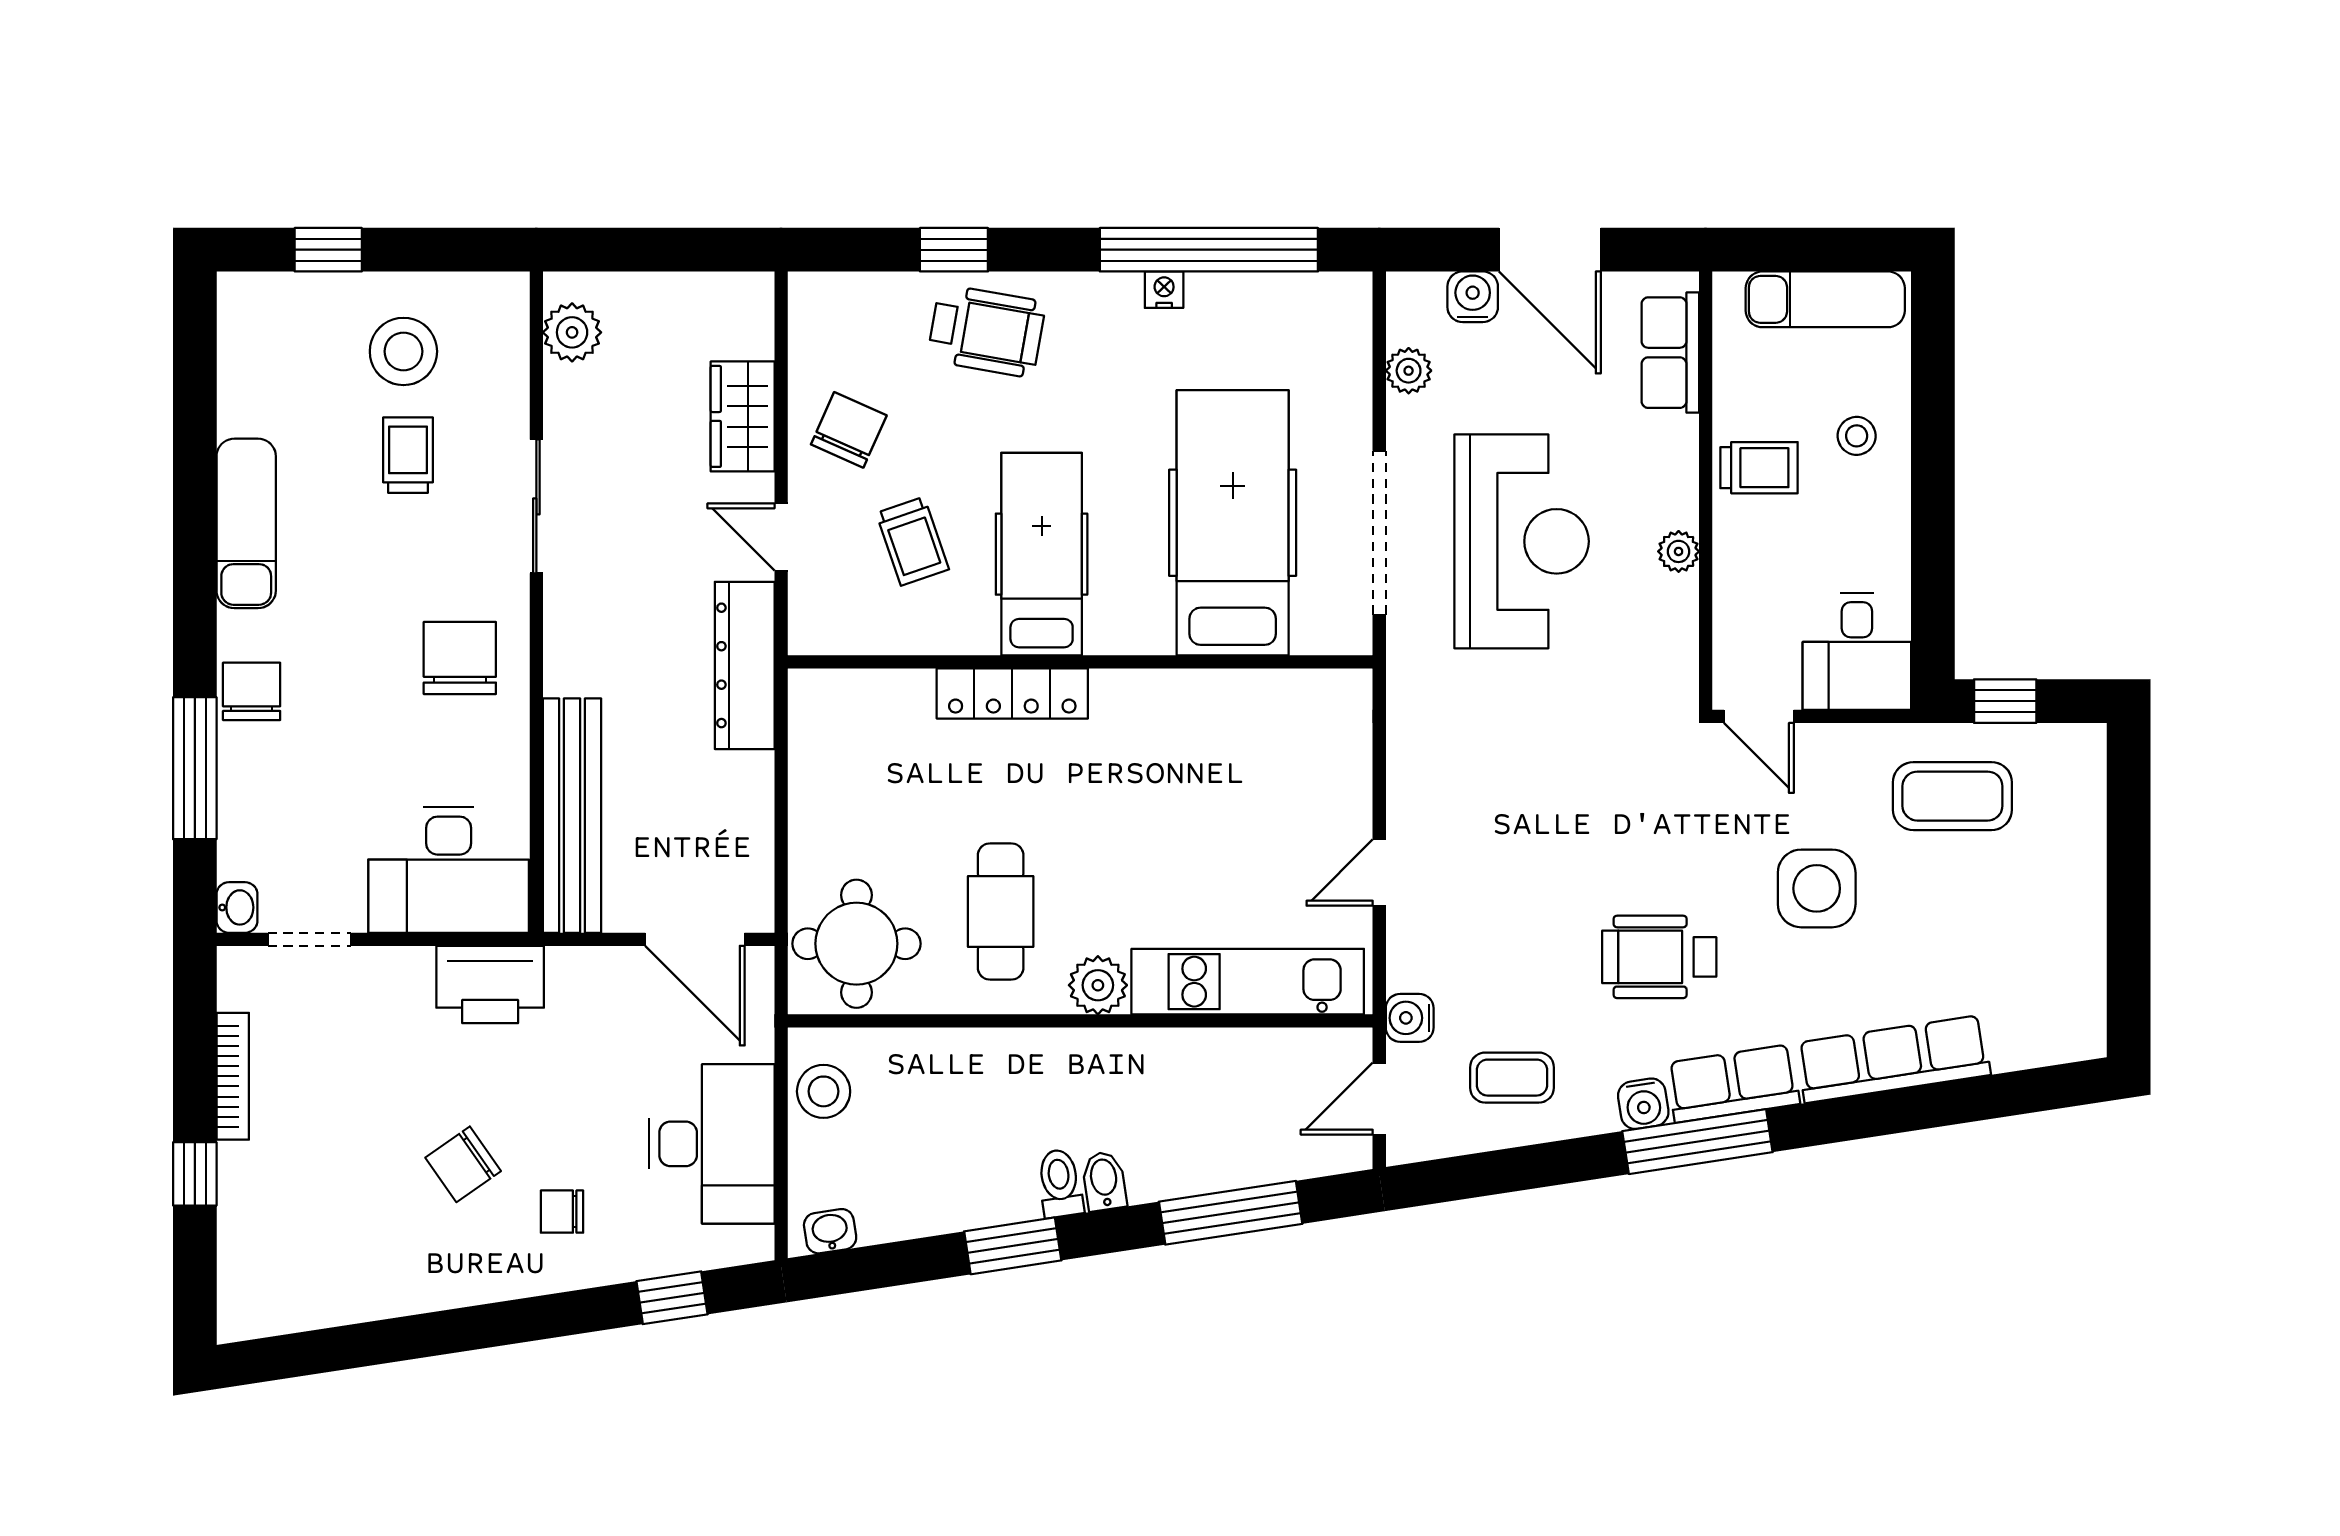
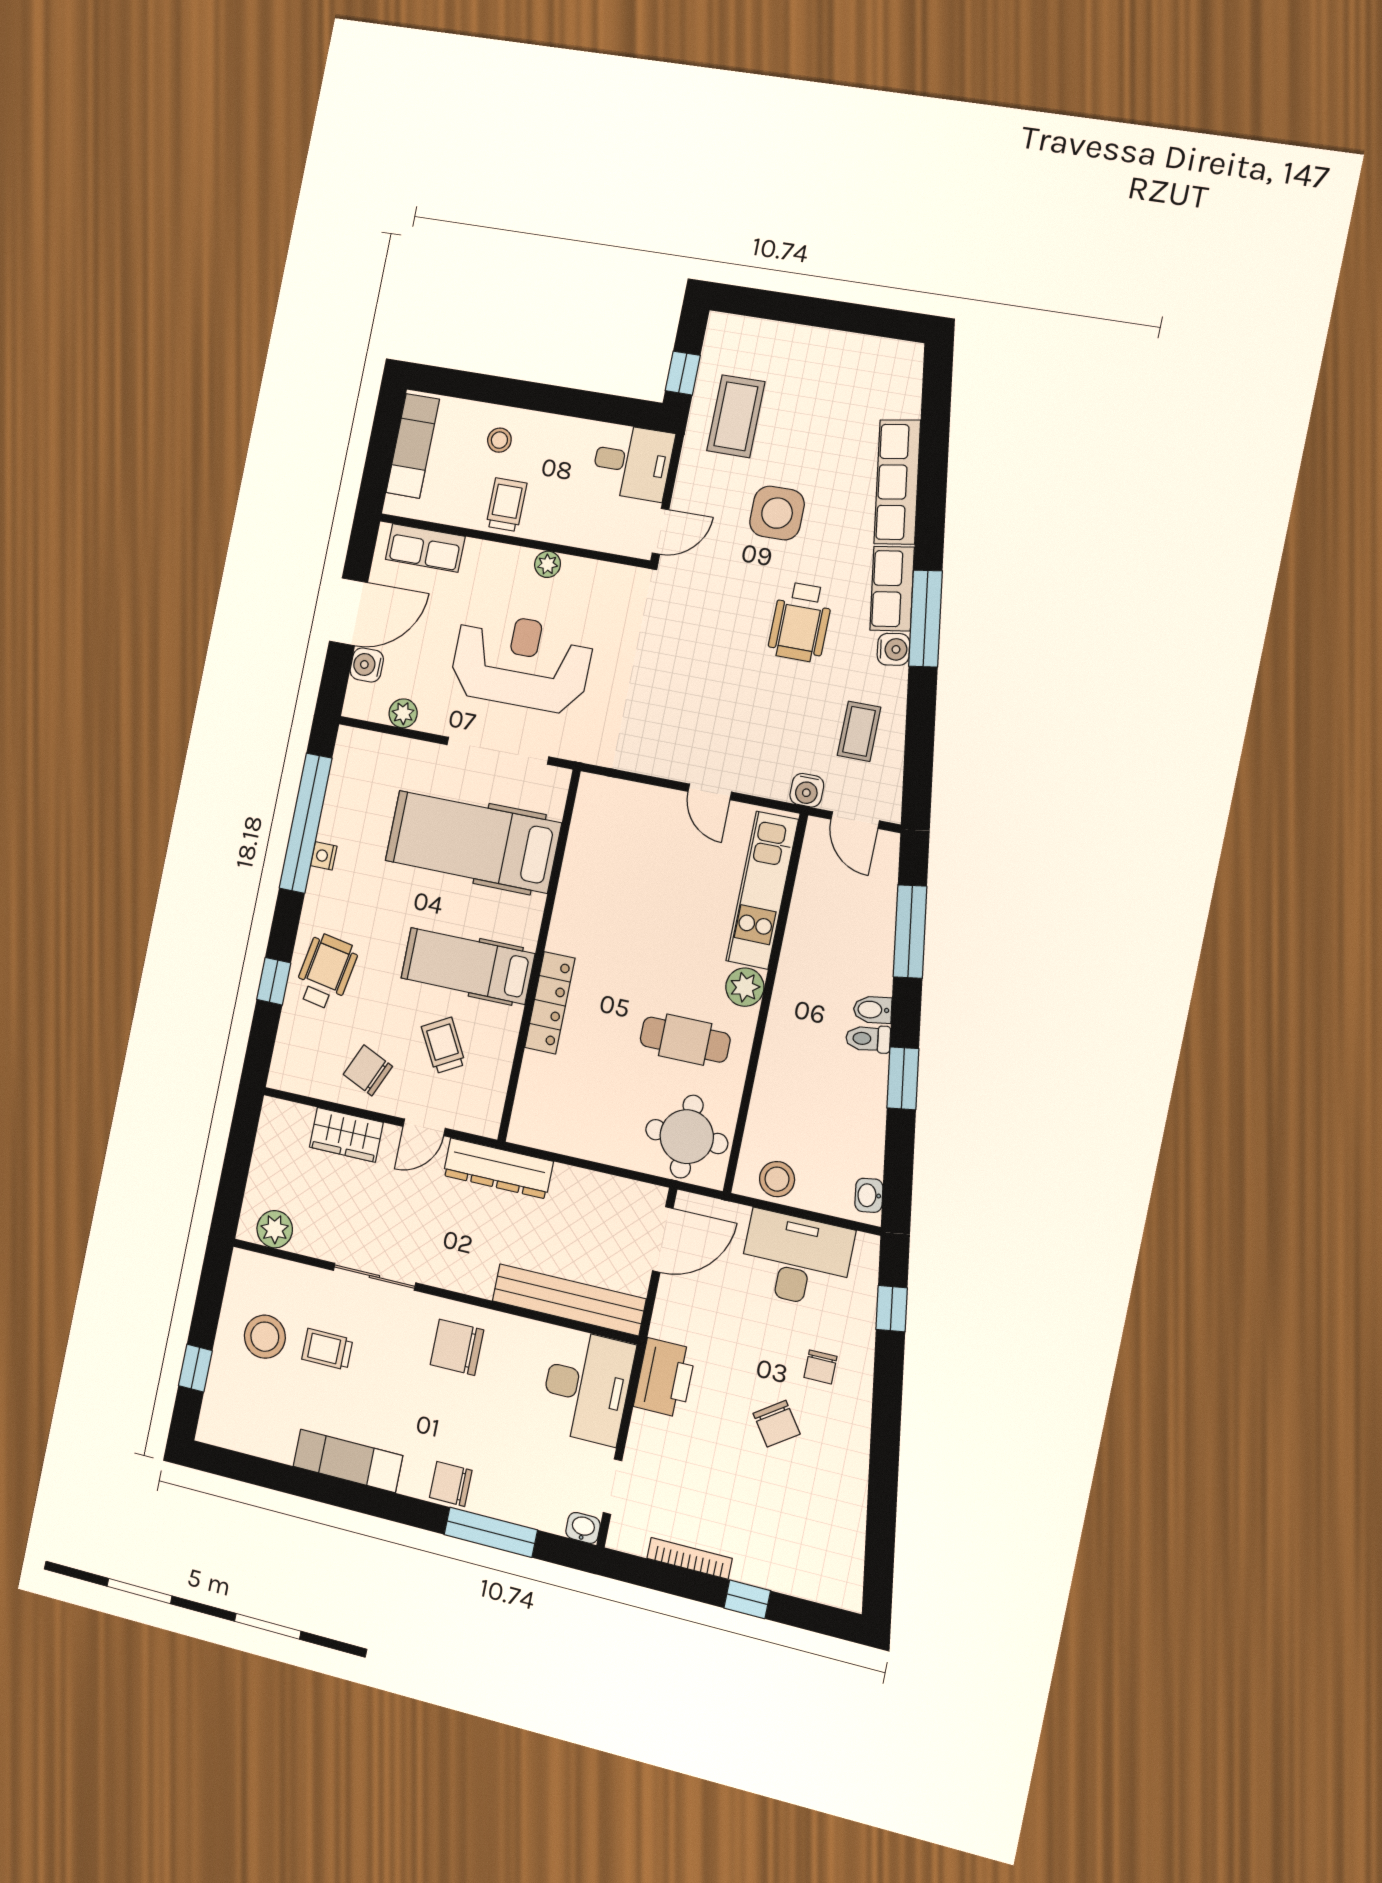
trolley: (913, 541) -> (443, 1045), turned -100

